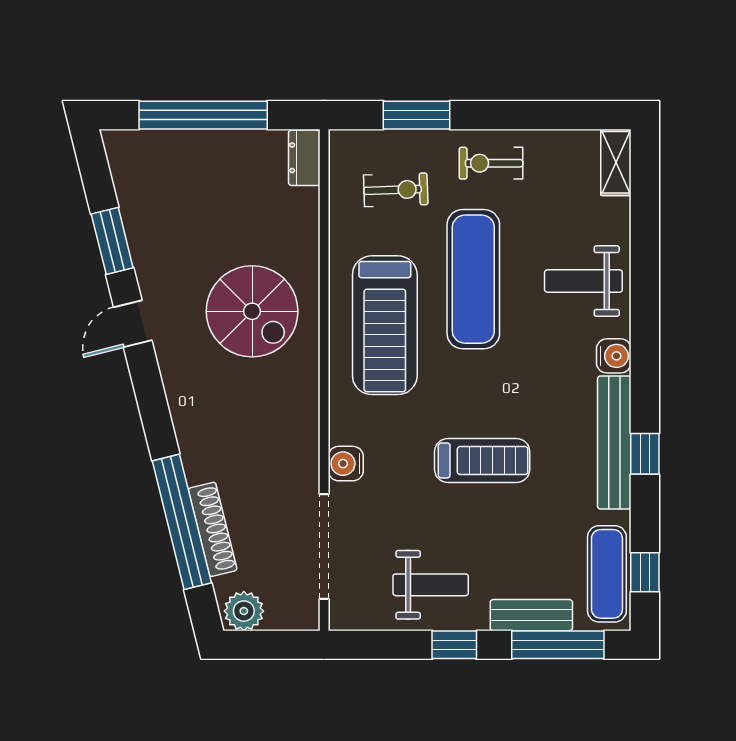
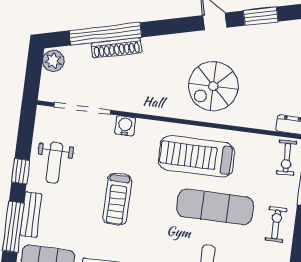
exercise bike: (396, 190) -> (287, 158), moved
shoe rack: (213, 529) -> (117, 48), moved

